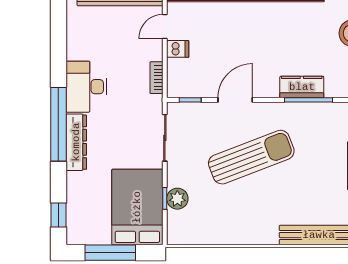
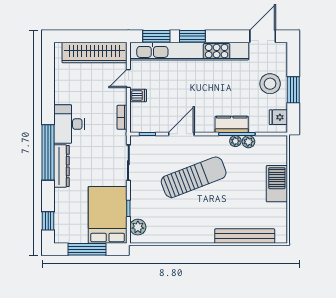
plant: (307, 109) -> (235, 141), added
plant: (324, 110) -> (248, 142), added
plant: (177, 199) -> (138, 227), moved

